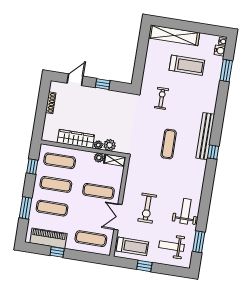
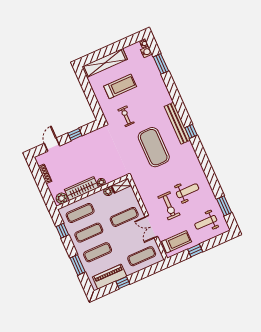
treadmill: (187, 65) -> (120, 86), moved
exercise mat: (169, 144) -> (154, 147), width x2.00, depth x1.45
plant: (110, 145) -> (62, 198), moved
weight bench: (186, 211) -> (188, 191), moved, turned 90

